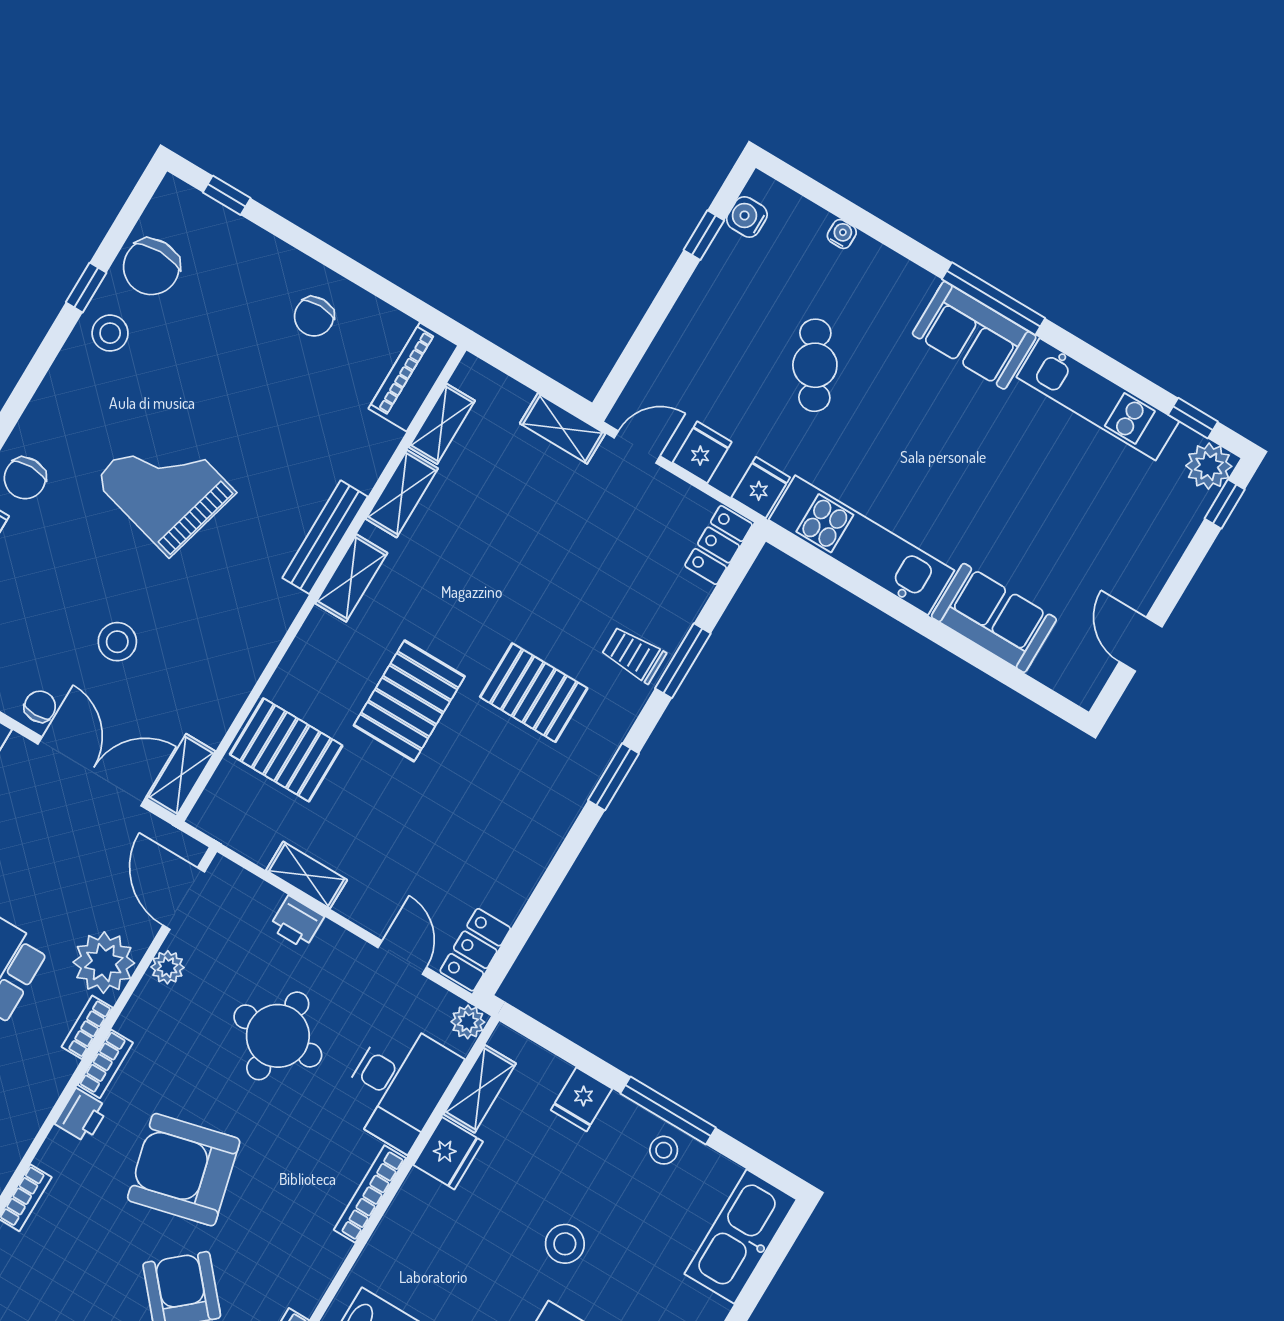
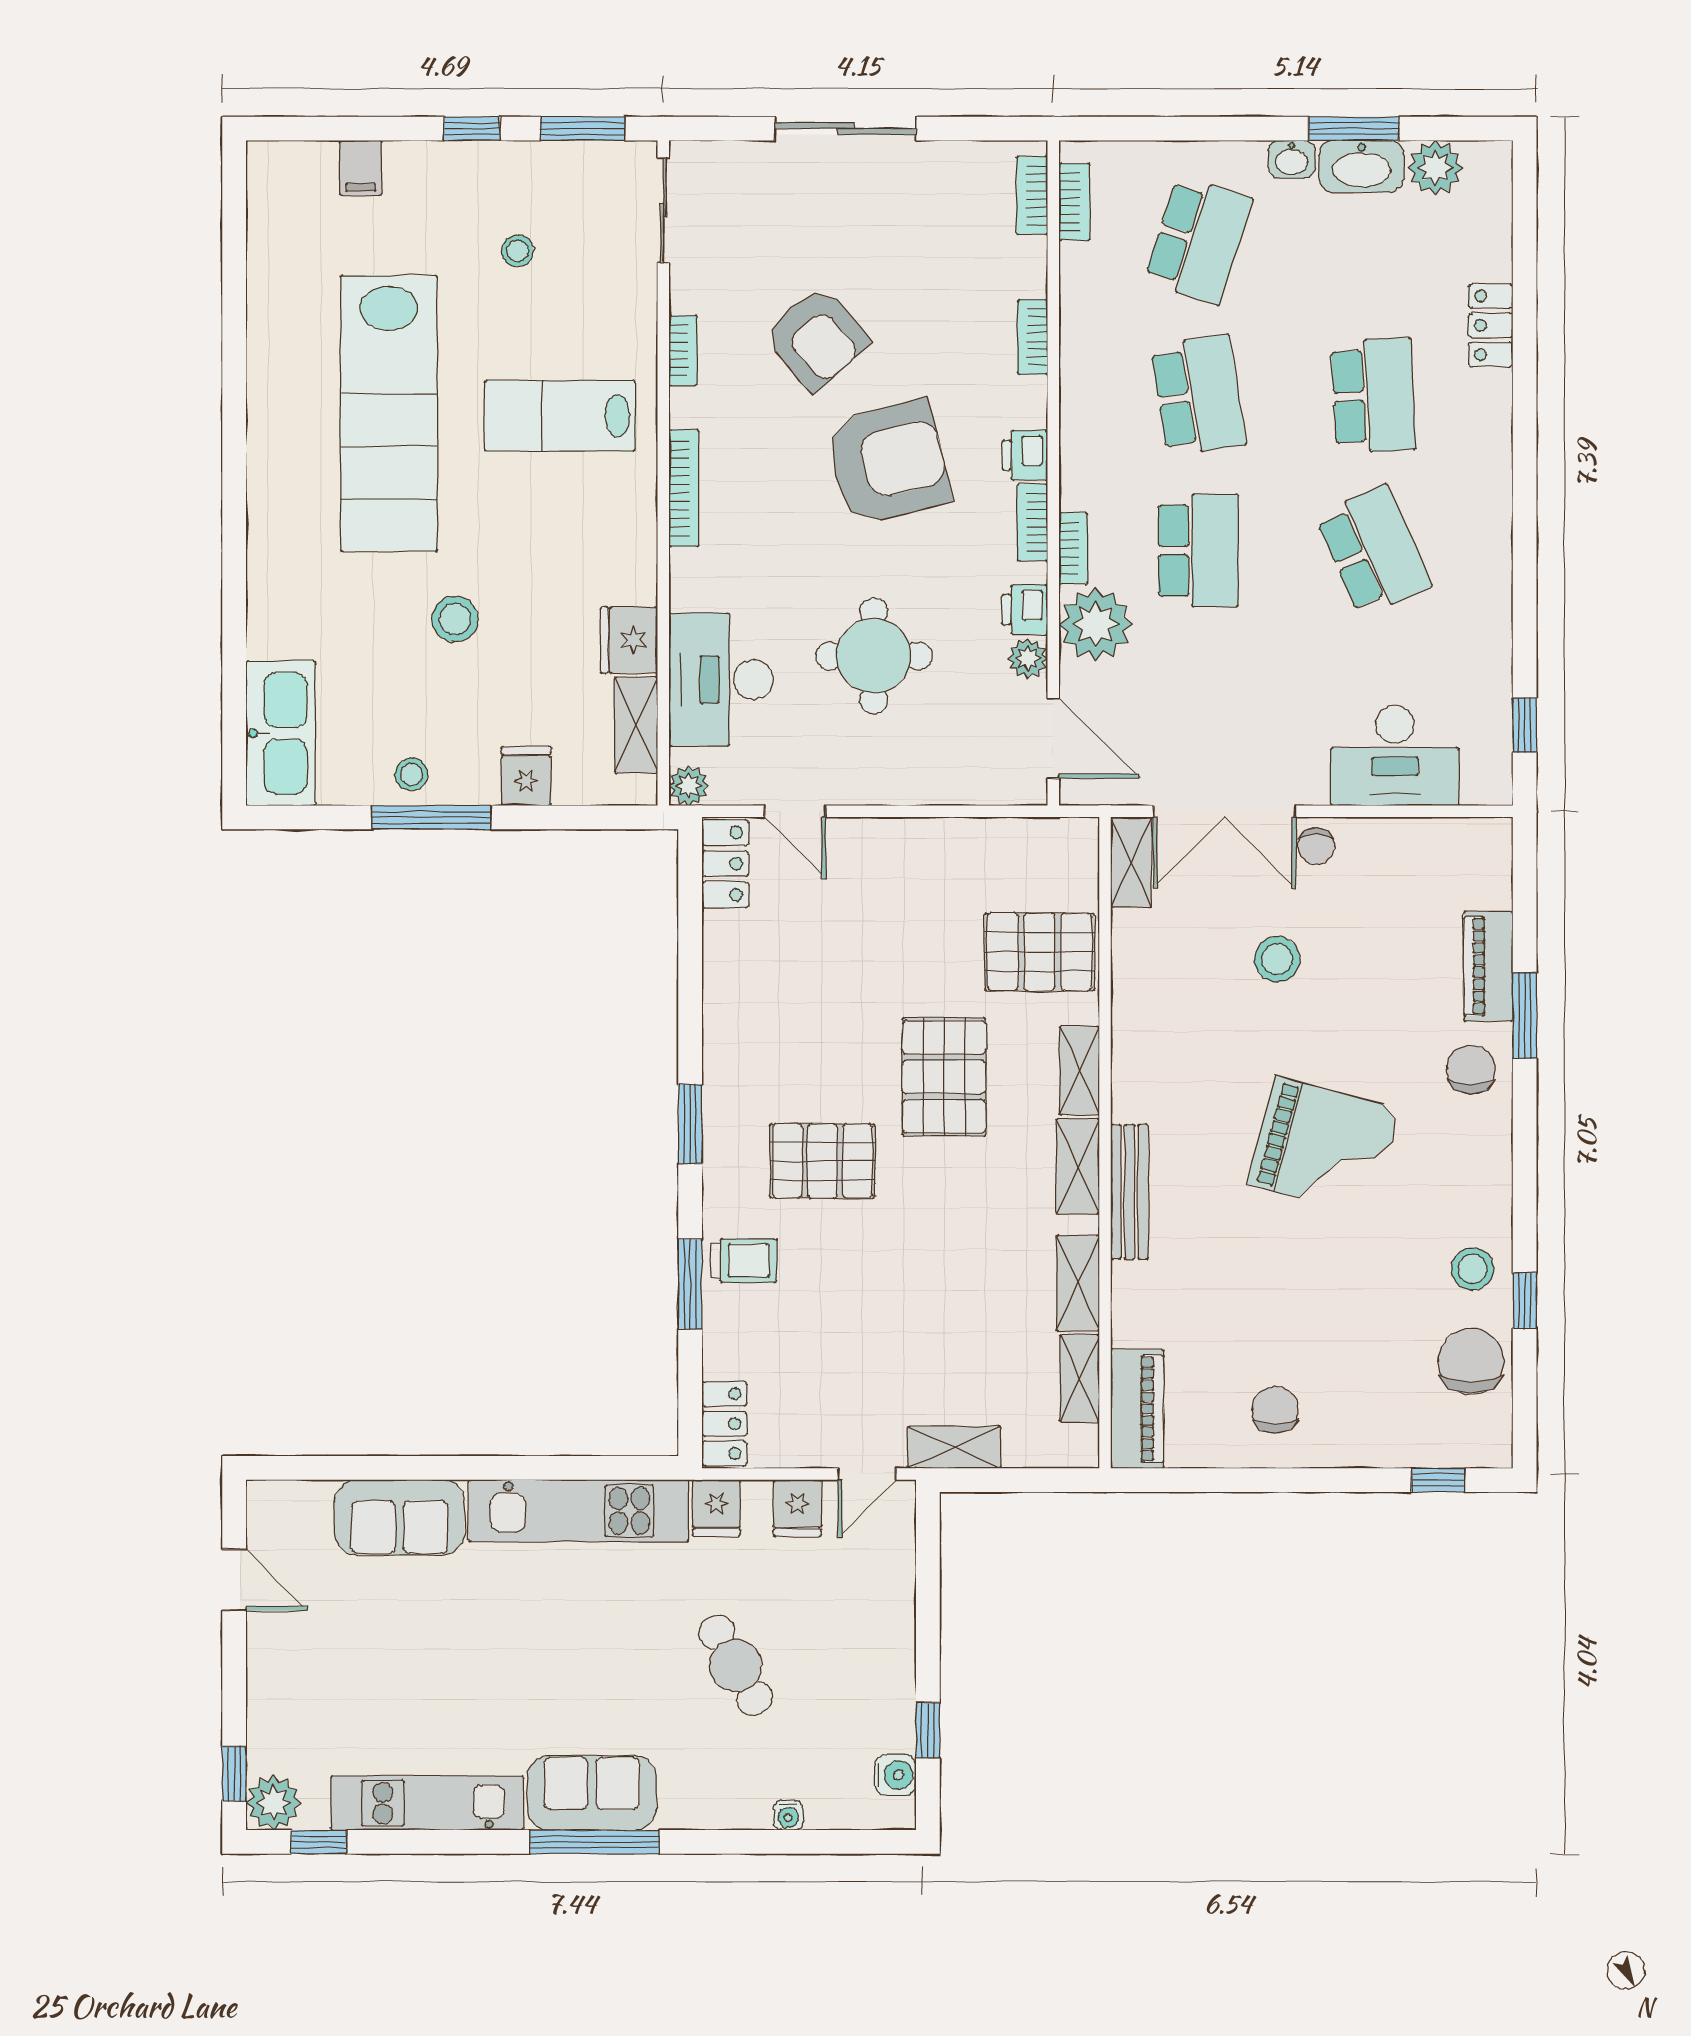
shelving: (307, 875) -> (1079, 1071), moved, turned 90
printer: (297, 922) -> (1025, 610), moved, turned -90
bookcase: (370, 1194) -> (684, 488), moved

